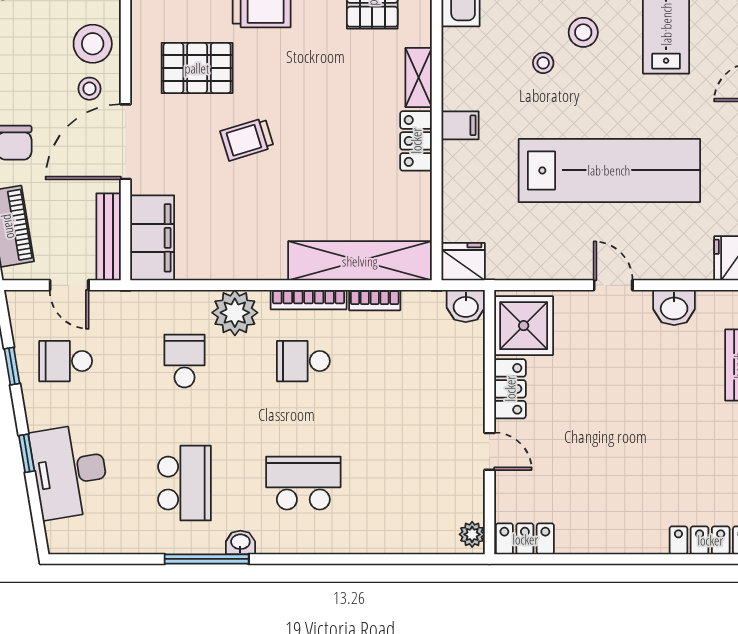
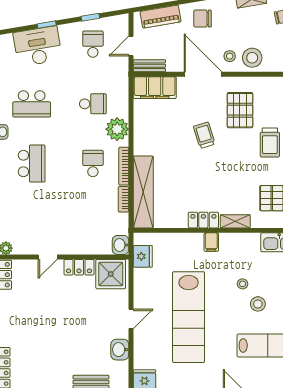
bench: (109, 237) -> (149, 66), width x0.73
fridge: (463, 262) -> (143, 256), moved

